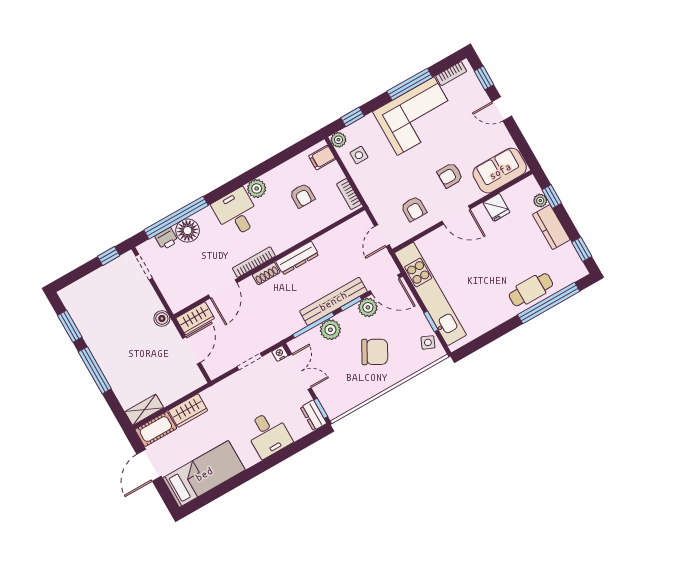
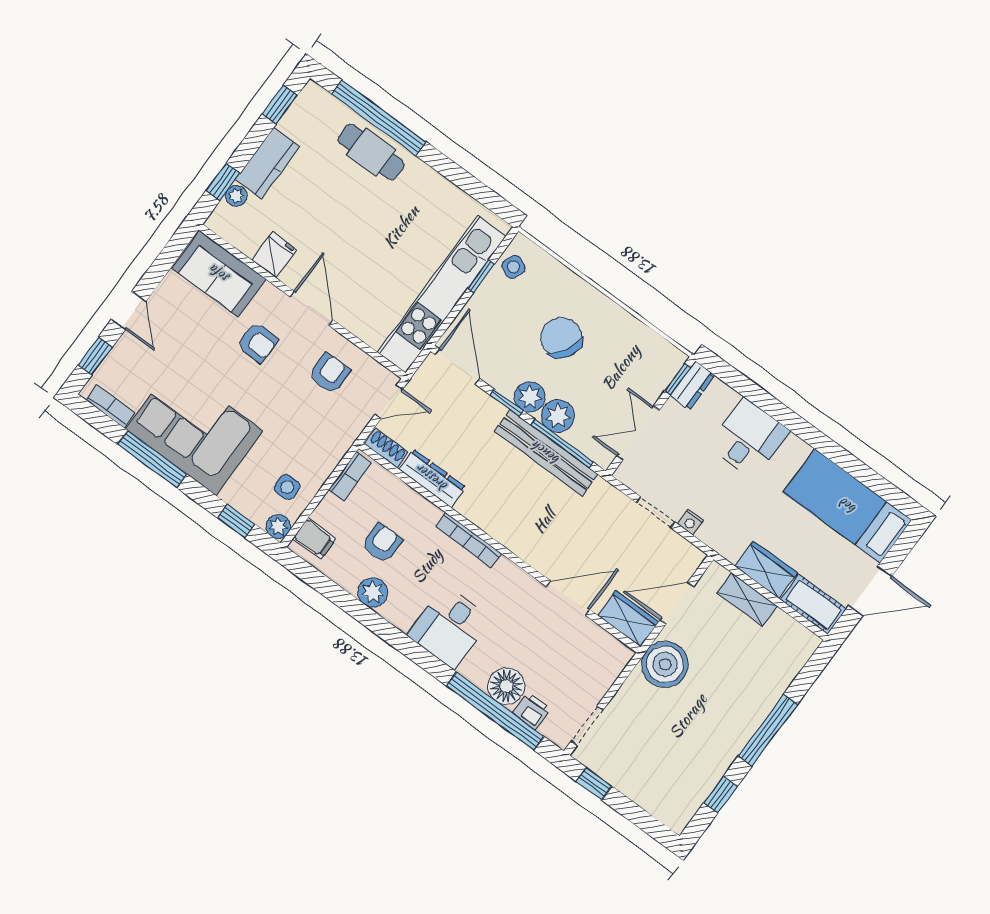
plant: (257, 188) -> (373, 592), moved
dresser: (297, 258) -> (432, 478), moved
bookcase: (254, 262) -> (468, 540), moved
shoe rack: (266, 274) -> (386, 448), moved
bench: (333, 301) -> (546, 453), moved
plant: (368, 307) -> (530, 397), moved
boiler: (162, 318) -> (665, 664), width x1.86, depth x1.86
window: (70, 326) -> (720, 795), width x0.67
nightstand: (280, 353) -> (691, 522), moved
shelving: (144, 410) -> (747, 599), moved

